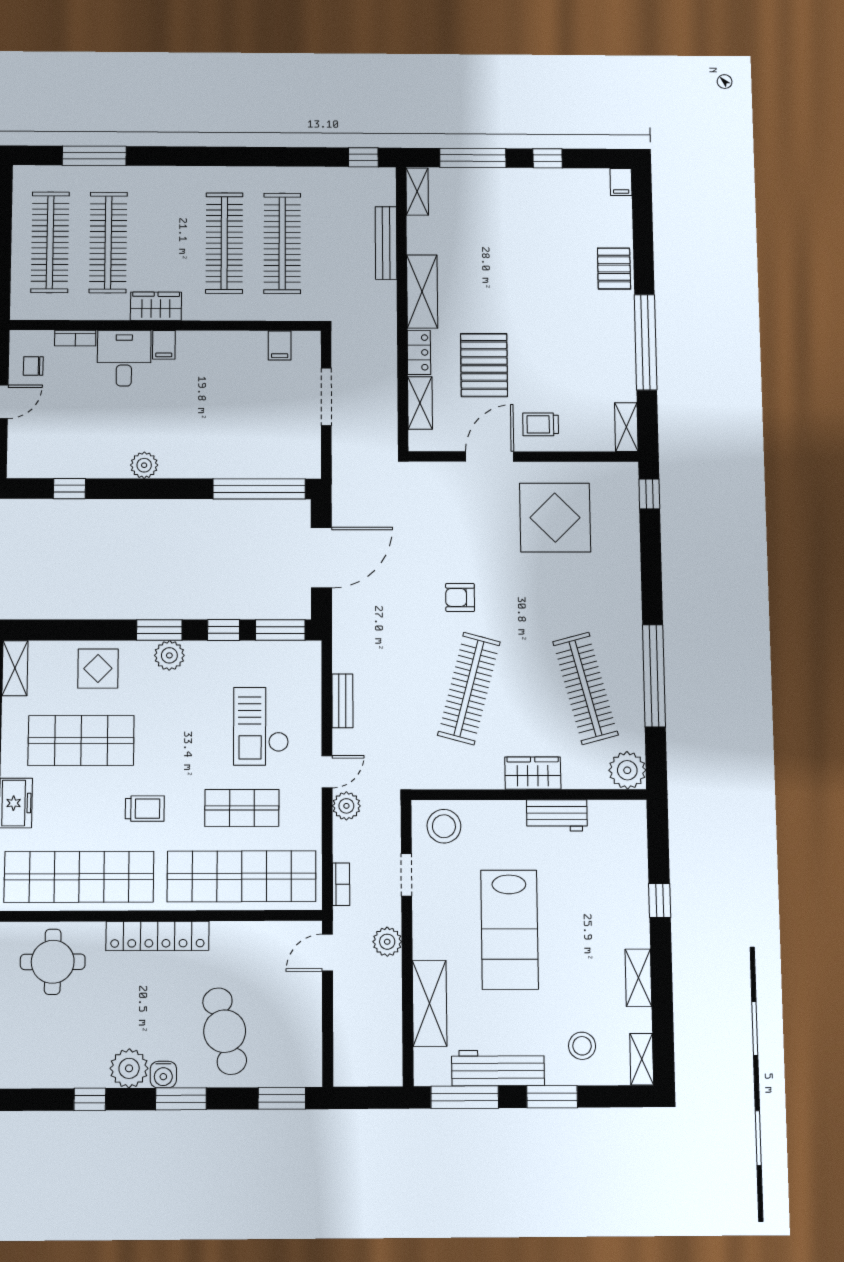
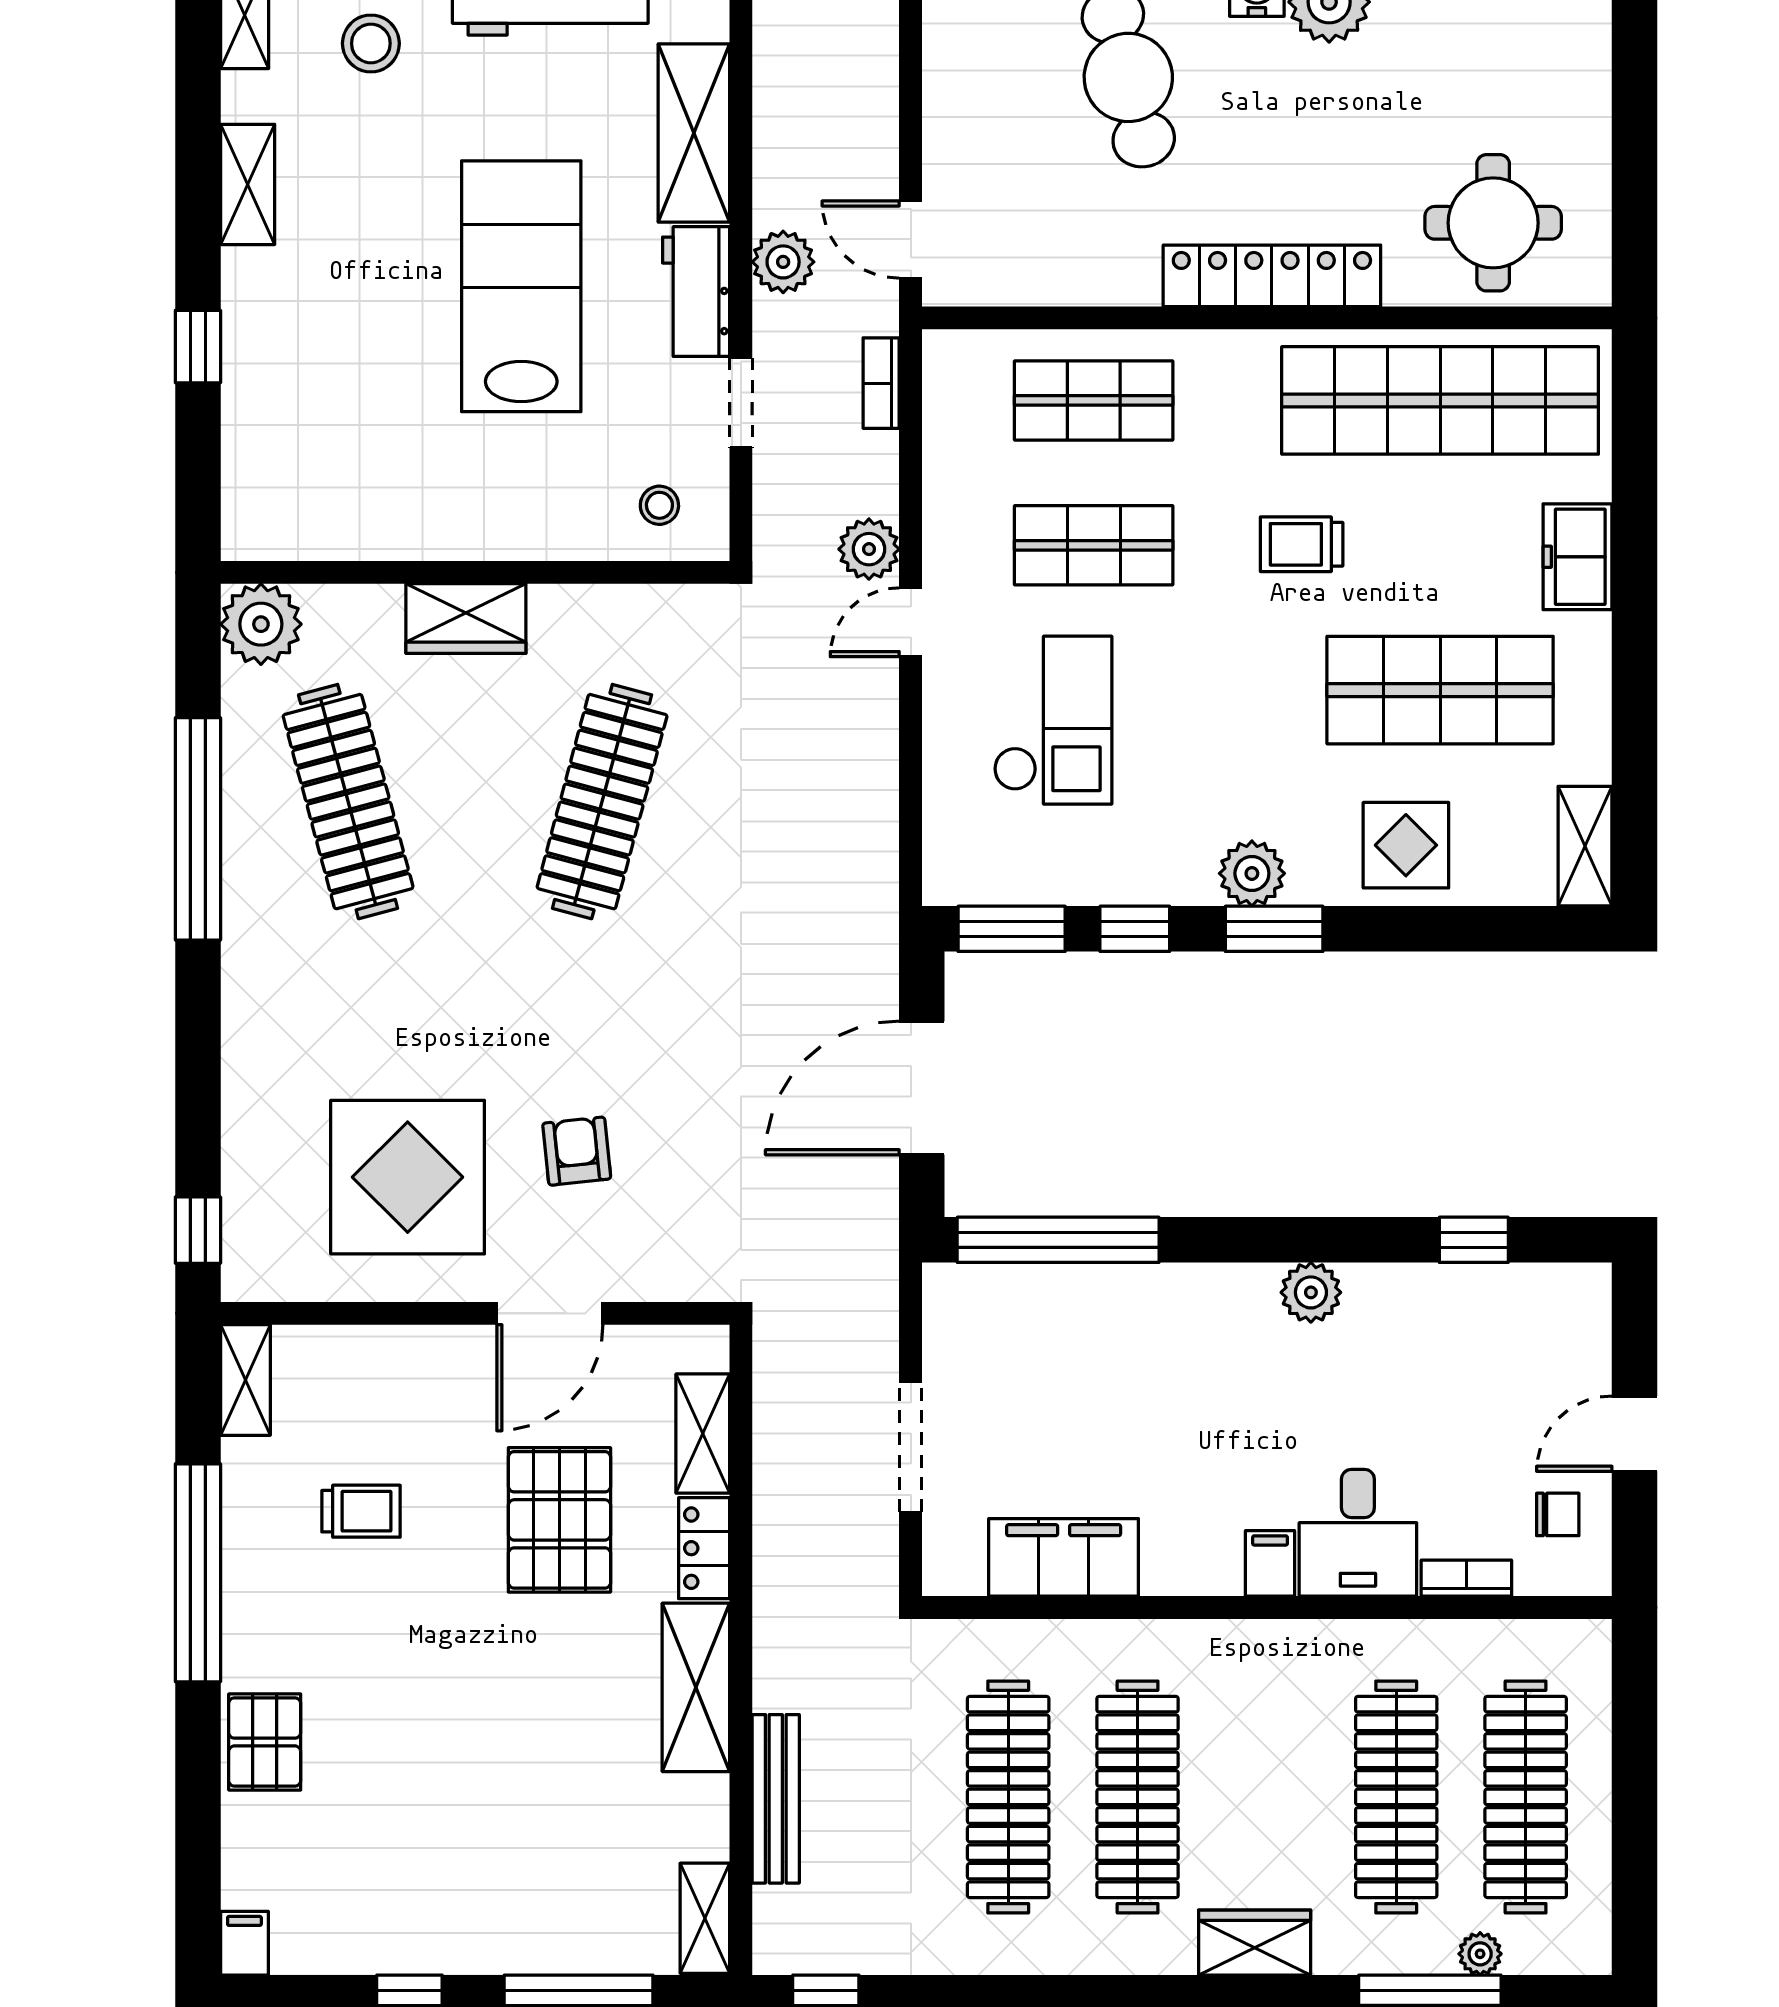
plant: (72, 174) -> (1480, 1954), added
wardrobe: (156, 306) -> (1255, 1943), moved, turned 180
filing cabinet: (280, 345) -> (1064, 1557), width x3.00, depth x1.17
trolley: (541, 424) -> (361, 1511), moved
armchair: (460, 597) -> (577, 1151), moved, turned -96
bench: (342, 701) -> (877, 775), removed
workbench: (557, 815) -> (696, 292), moved, turned -90
stool: (444, 826) -> (659, 505), width x0.53, depth x0.53
shop shelf: (242, 876) -> (1094, 400), width x0.50, depth x0.74
door: (327, 953) -> (911, 240), swing flipped

